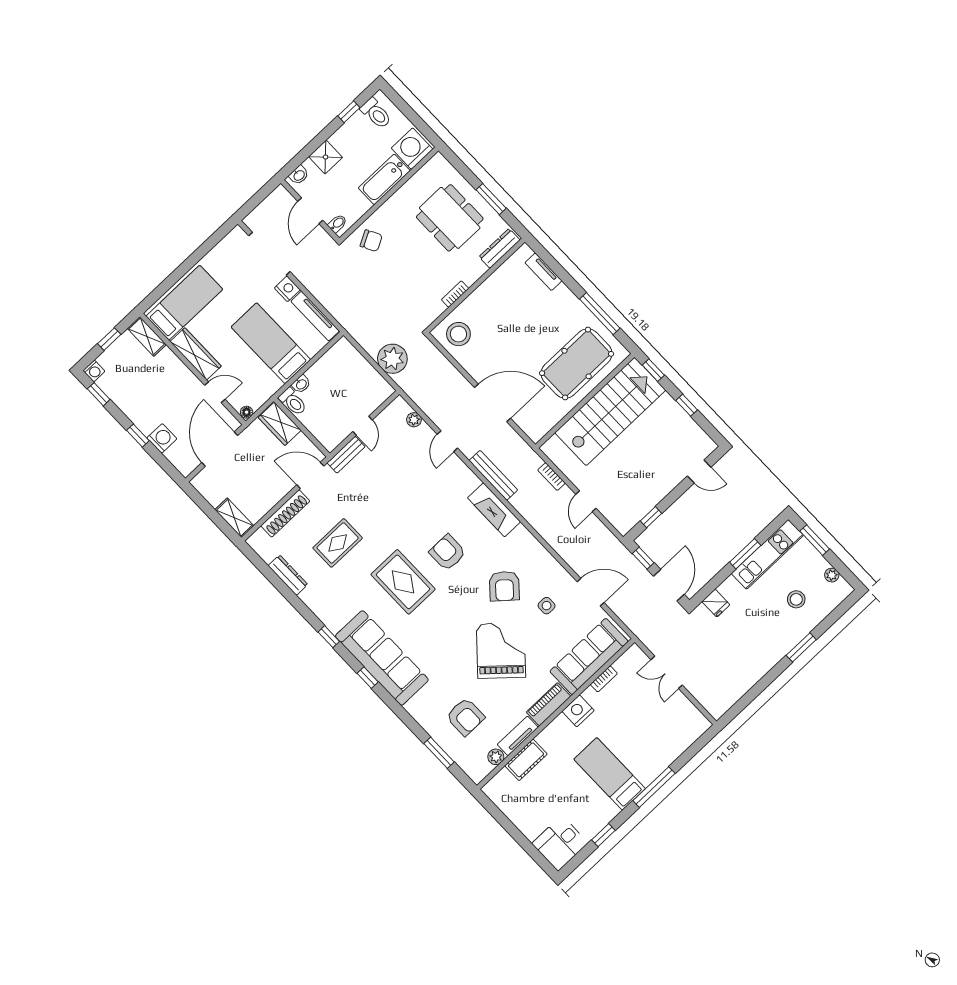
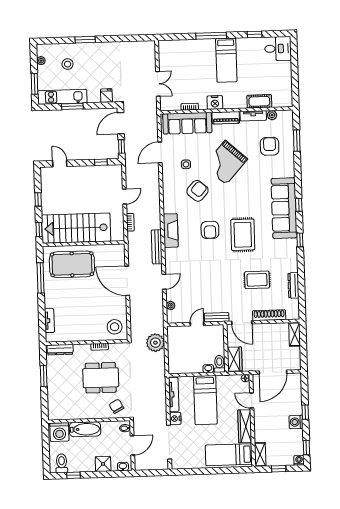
dining table: (450, 218) -> (101, 378), moved, turned 90
washing machine: (162, 438) -> (296, 422), moved
door: (591, 592) -> (160, 152), hinge flipped

